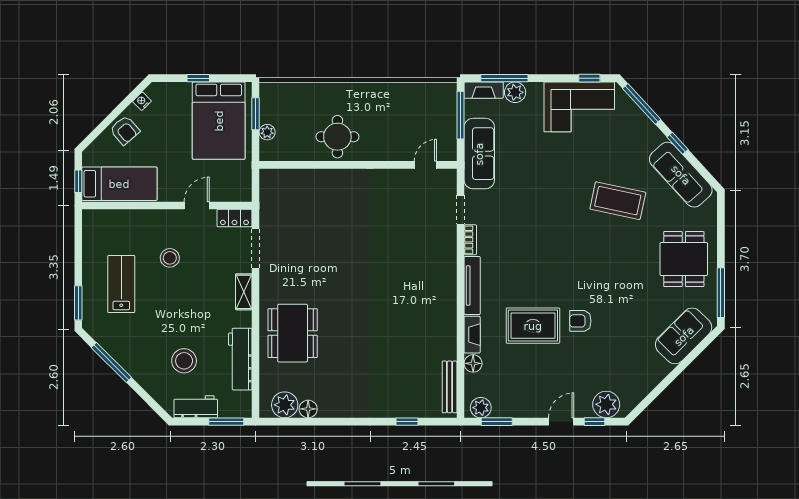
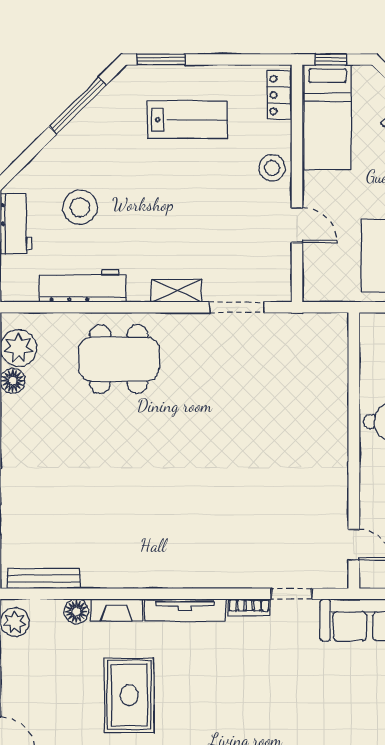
locker: (234, 218) -> (280, 95), moved
stool: (170, 258) -> (272, 168), moved

